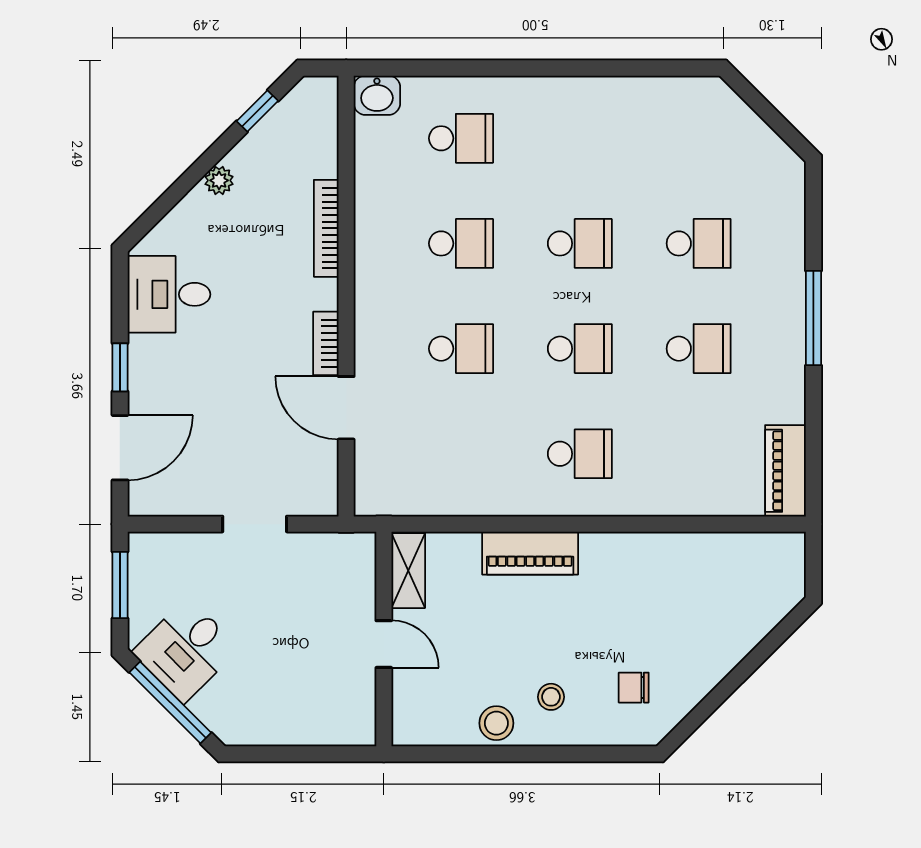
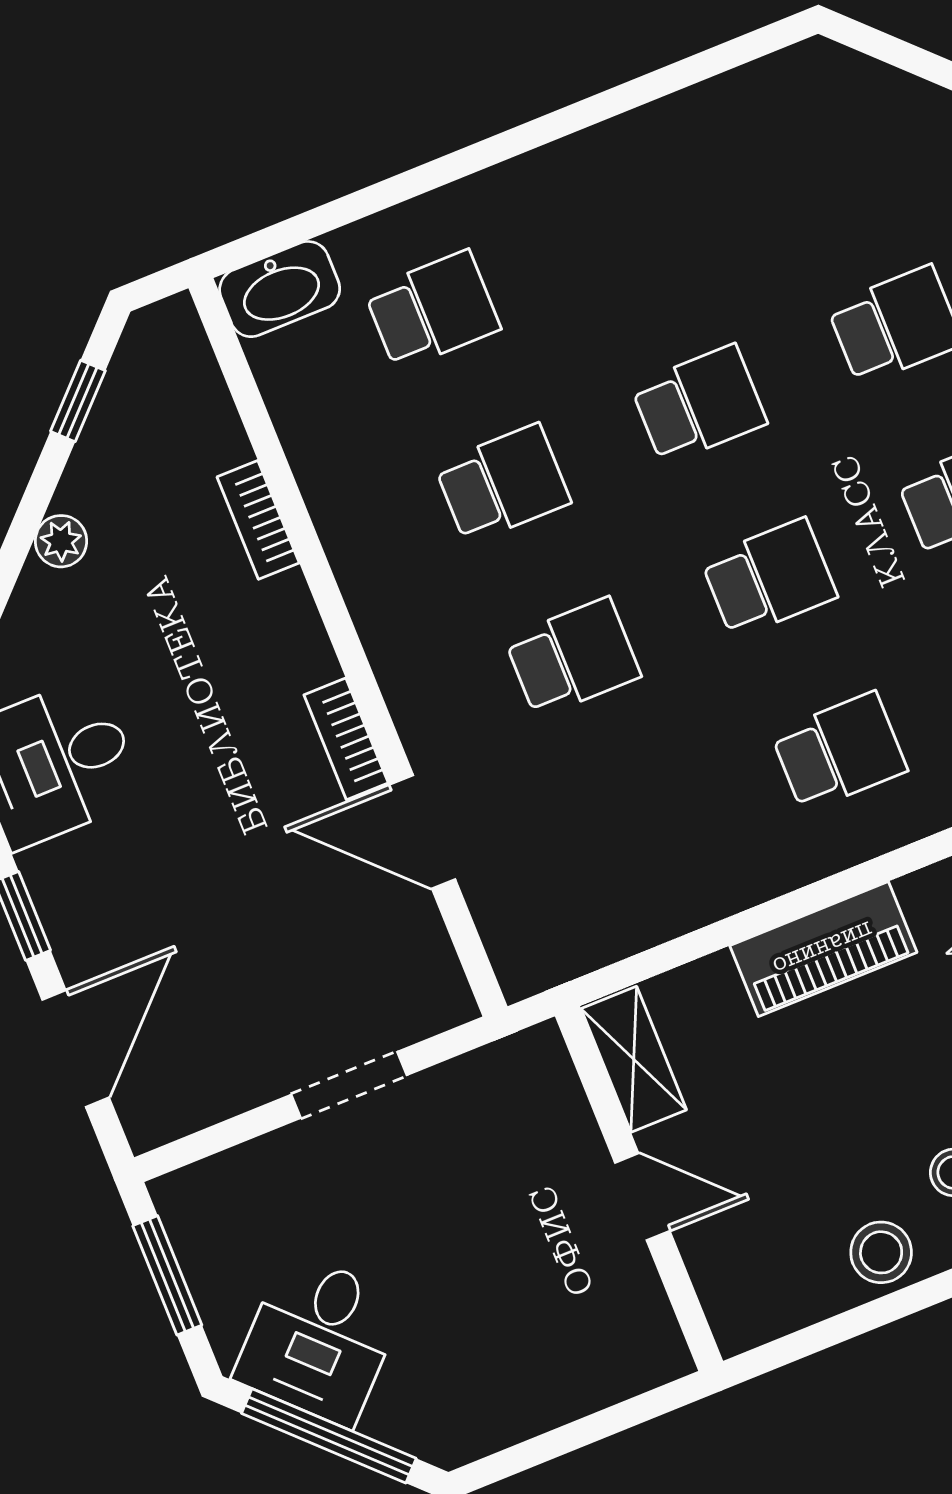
washbasin: (377, 95) -> (280, 289), width x1.38
bookcase: (326, 228) -> (258, 520), width x0.64

